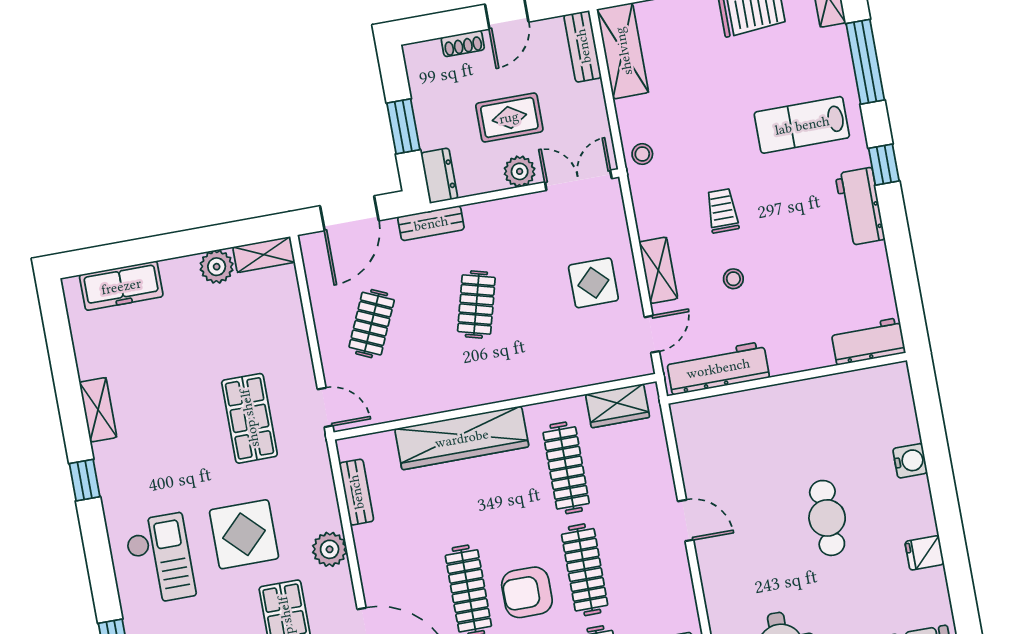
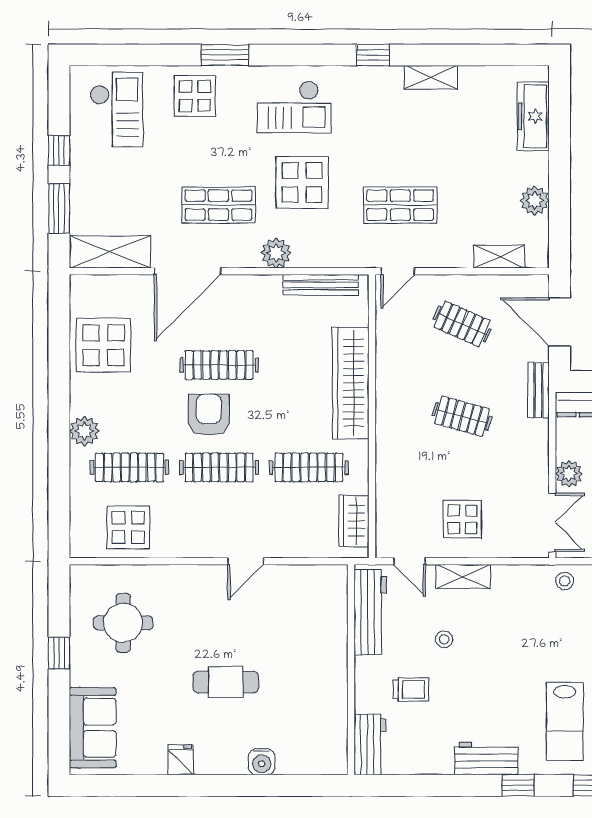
lab bench: (802, 125) -> (565, 721), turned 180
trolley: (722, 211) -> (411, 689), moved
shelving: (264, 255) -> (499, 257), moved, turned 90
bench: (356, 492) -> (321, 285), width x1.36

